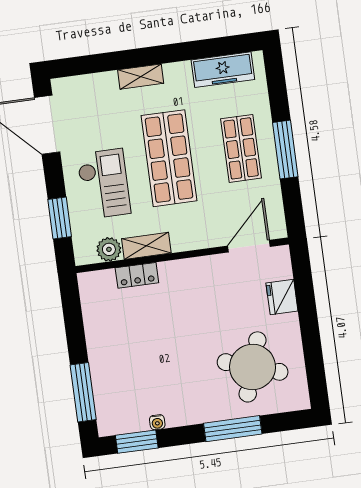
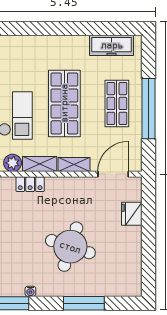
shelving: (141, 77) -> (74, 165), moved
window: (285, 150) -> (148, 109), width x1.46
round table: (253, 367) -> (70, 247), moved

